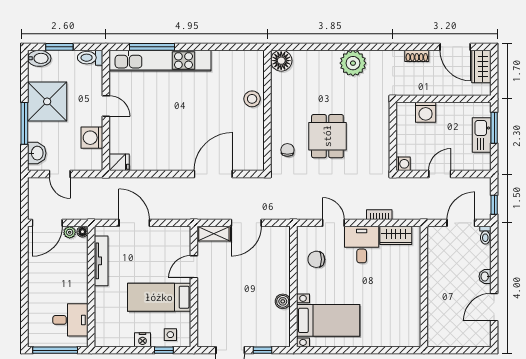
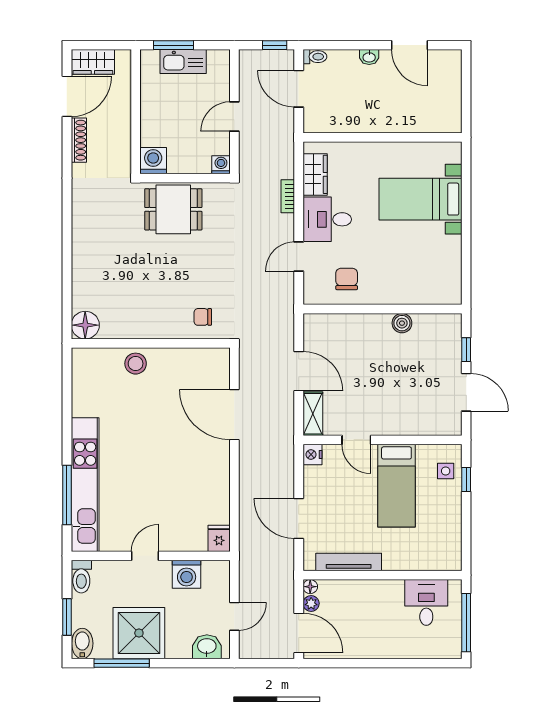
shoe rack: (417, 56) -> (79, 140), width x1.43
plant: (353, 63) -> (88, 231), removed
washing machine: (426, 112) -> (153, 161), moved, turned -90
window: (24, 123) -> (122, 663), moved
dining table: (327, 136) -> (173, 209), moved
door: (440, 174) -> (234, 117), hinge flipped
door: (134, 223) -> (299, 518), hinge flipped
chair: (316, 259) -> (347, 279), turned 180
bed with nightstands: (328, 320) -> (421, 199), moved, turned -90
nightstand: (143, 340) -> (312, 454), moved, turned 180

